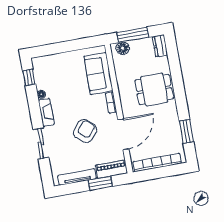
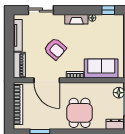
sliding door: (41, 144) -> (41, 10), moved
window: (100, 183) -> (9, 54), removed

